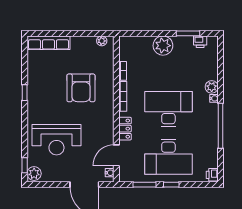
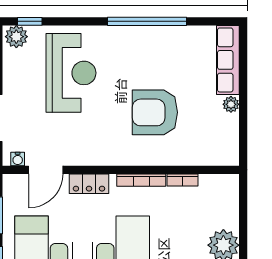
plant: (102, 41) -> (231, 104), moved
window: (25, 93) -> (147, 21), width x3.17
reception desk: (56, 140) -> (71, 73), turned 180
door: (116, 155) -> (46, 170), swing flipped

